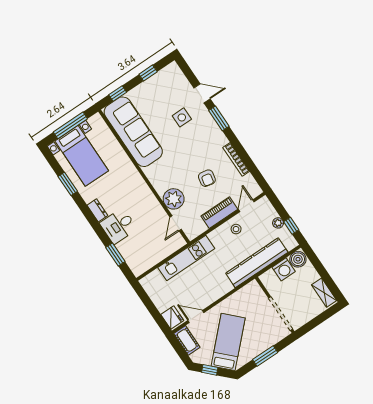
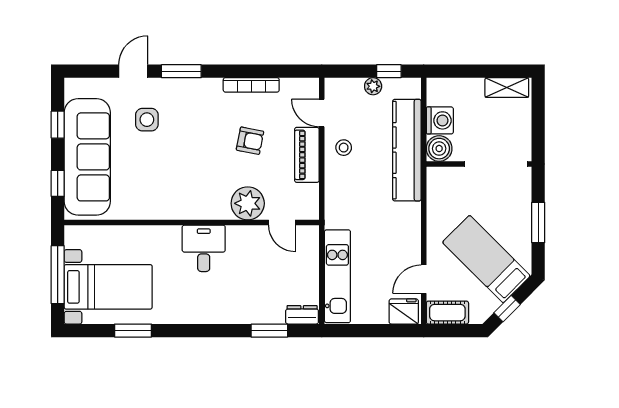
sofa: (133, 132) -> (87, 157), moved, turned 90
dresser: (97, 210) -> (302, 315), moved
desk: (118, 226) -> (204, 248), moved, turned 180
kitchen unit: (186, 258) -> (337, 276), moved
boiler: (298, 259) -> (439, 149), moved

